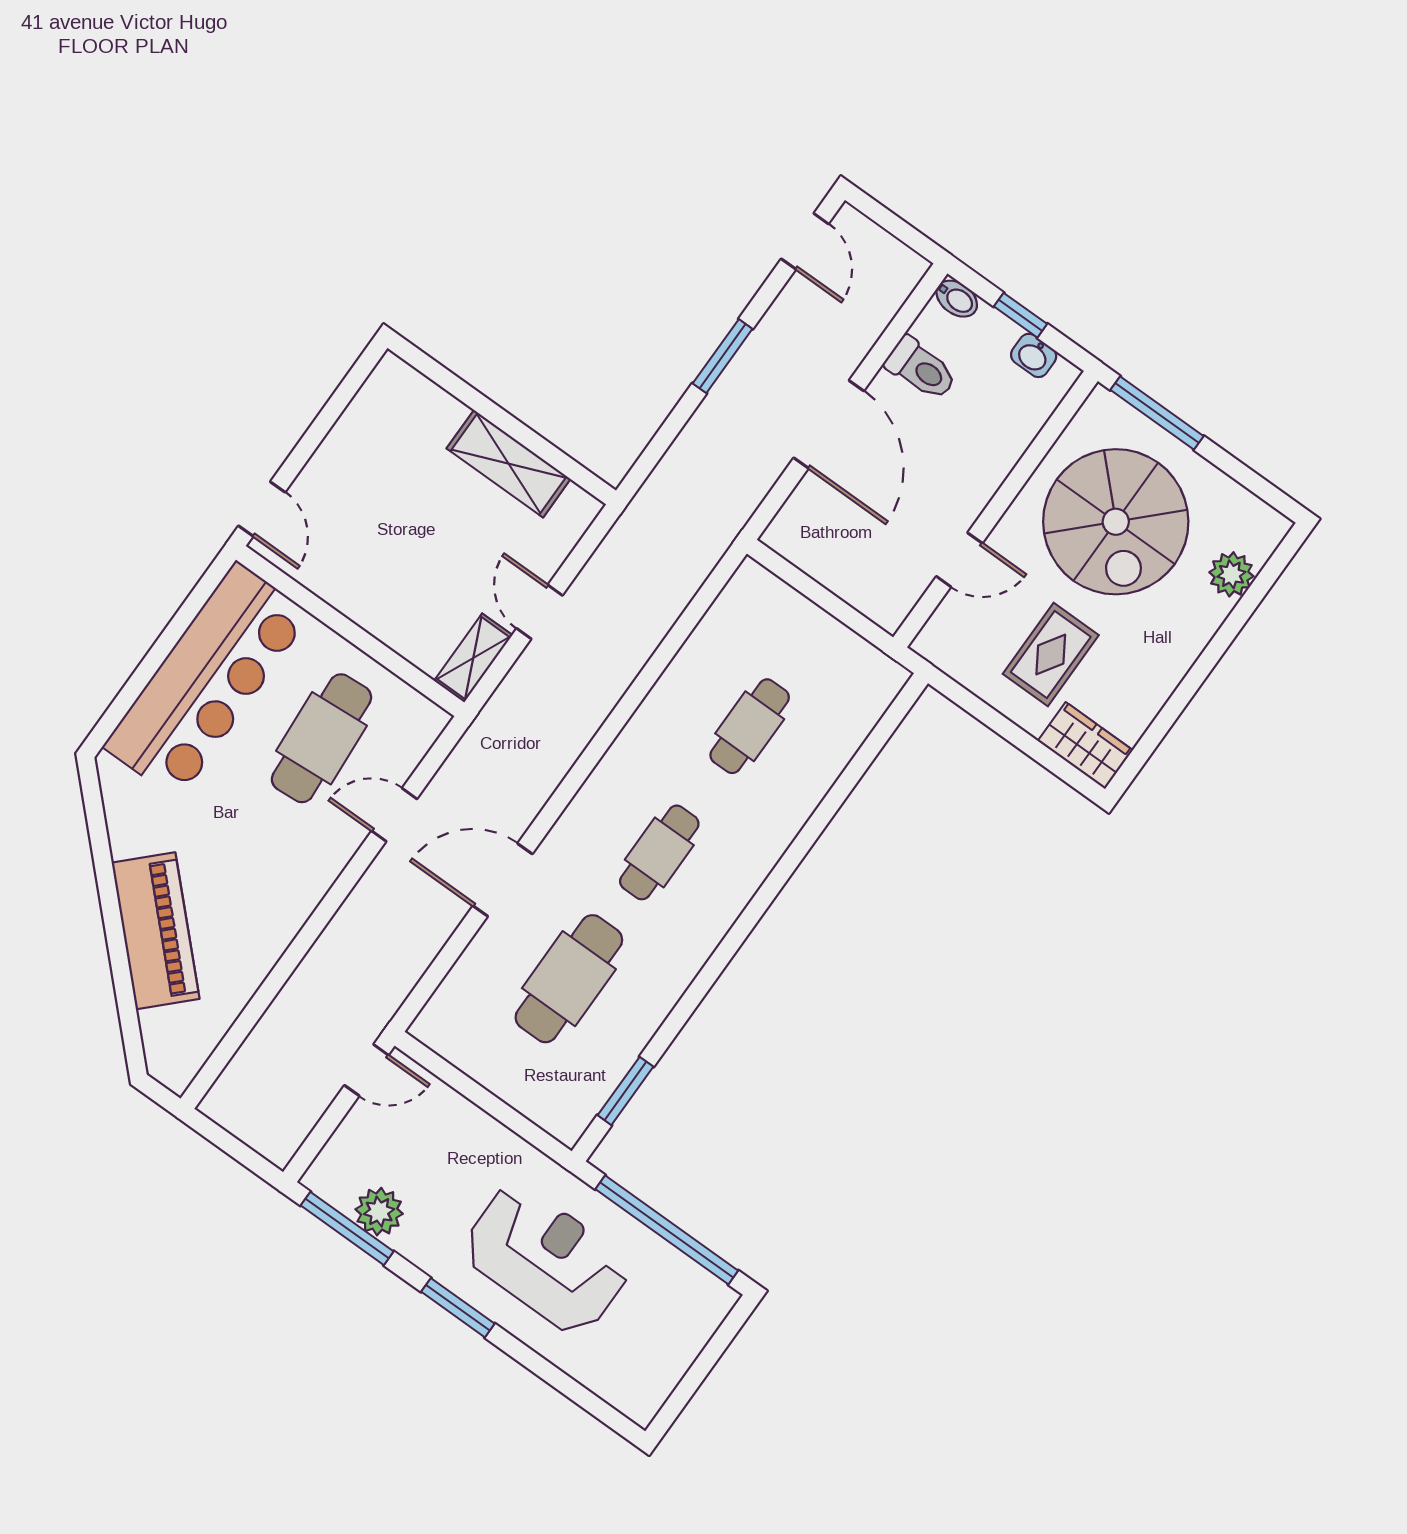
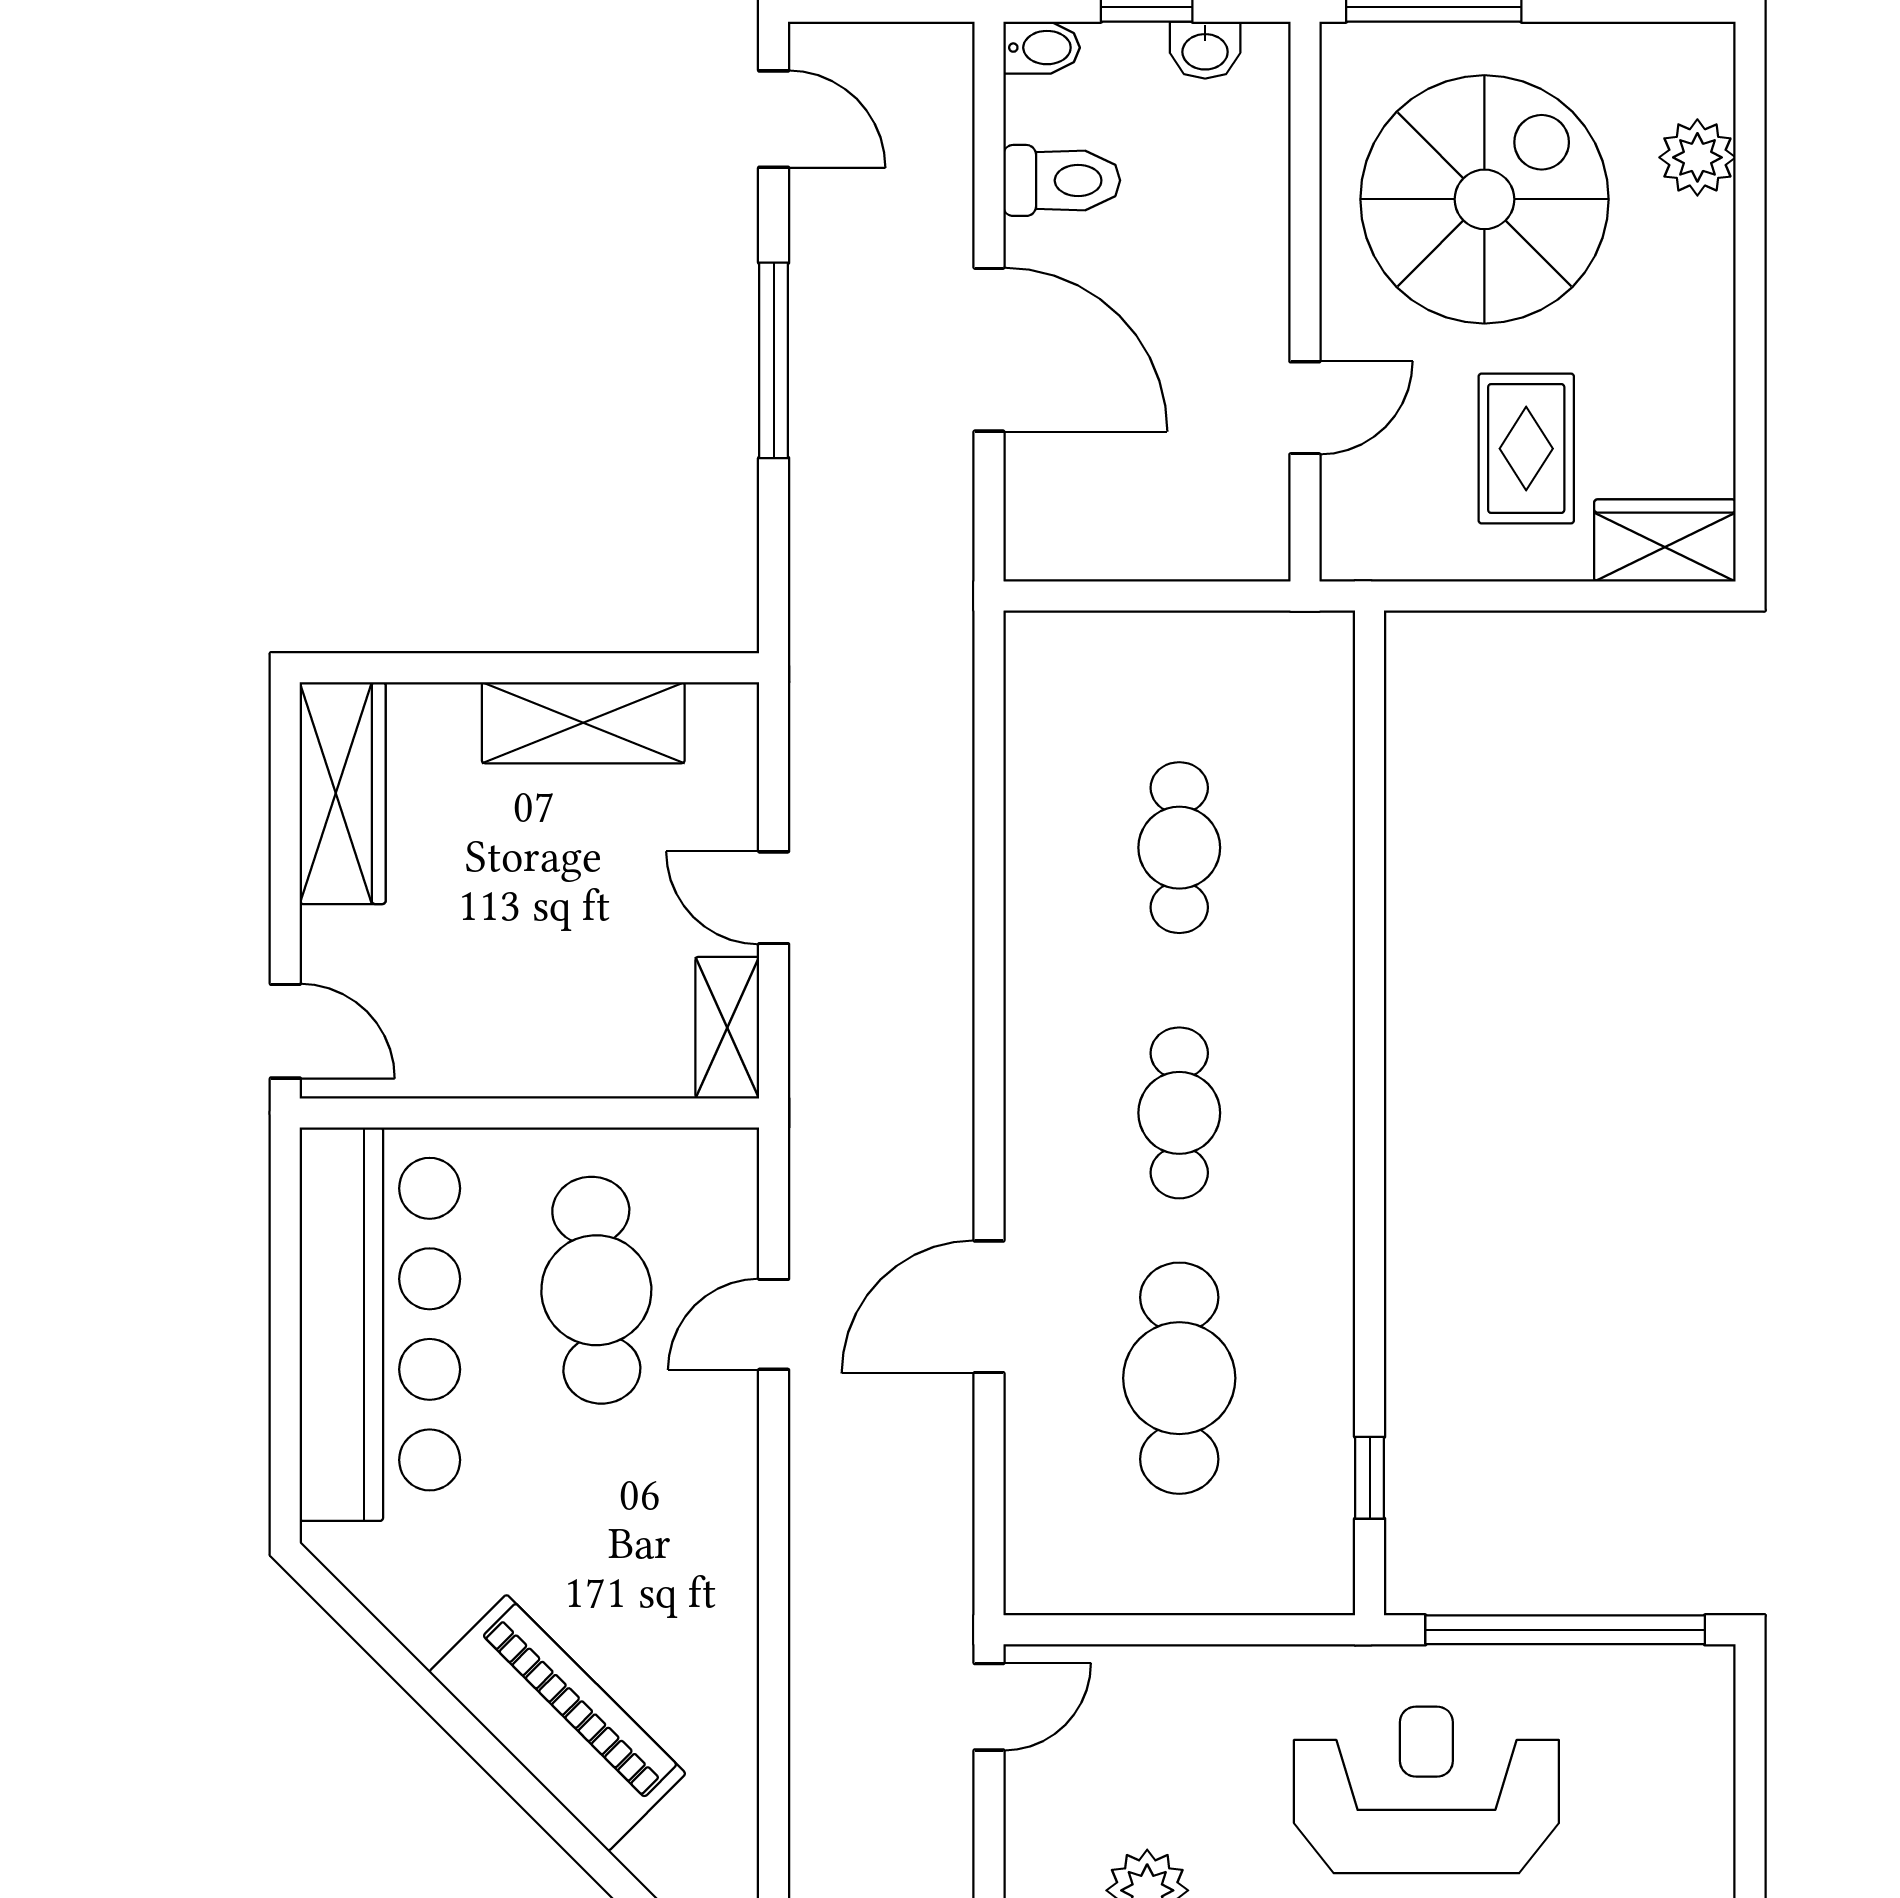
window: (723, 356) -> (774, 360), width x1.44
wardrobe: (370, 415) -> (343, 793), added
spiral stairs: (1116, 522) -> (1484, 199), turned -90
window: (626, 1091) -> (1370, 1478), width x0.67

